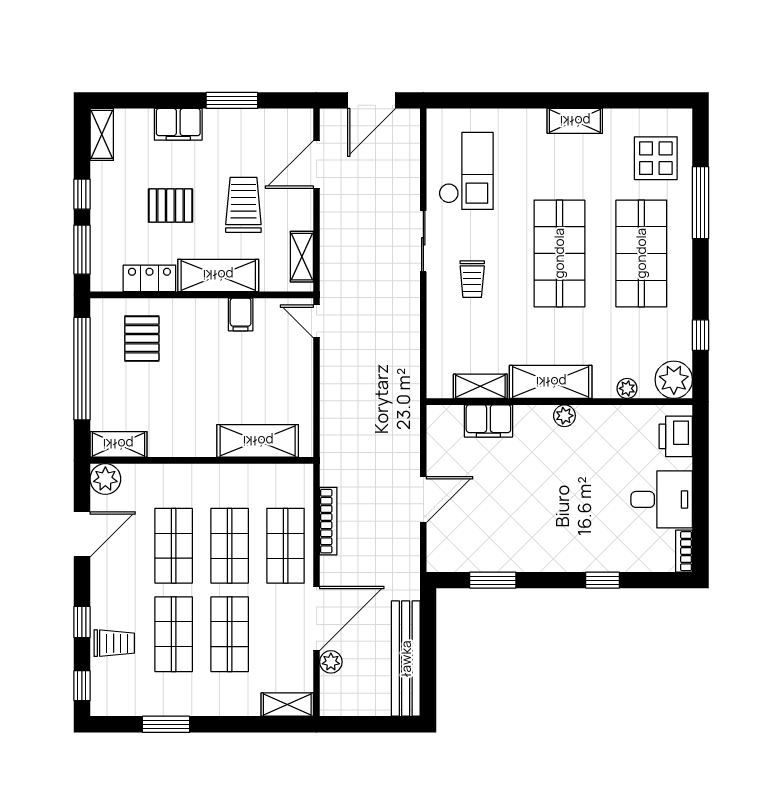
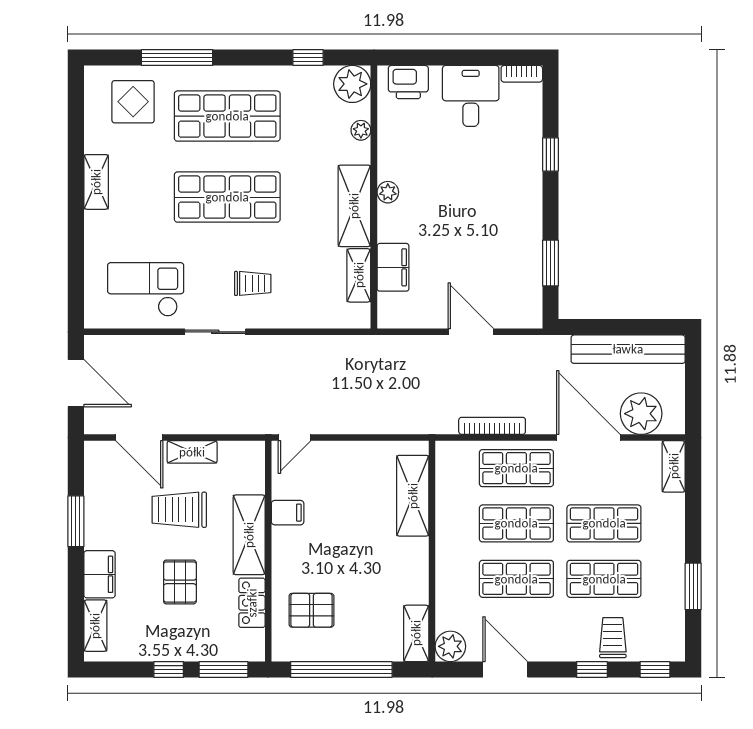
shelving: (102, 134) -> (95, 626), moved, turned 90
shelving: (302, 257) -> (192, 452), moved
plant: (331, 662) -> (641, 414), width x1.88, depth x1.88

